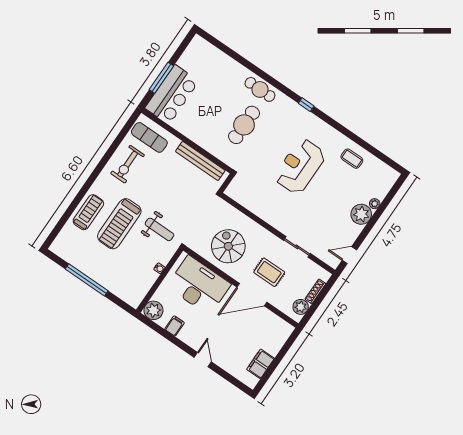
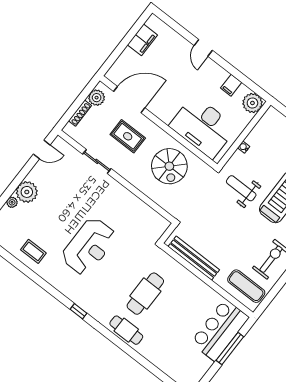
door: (252, 295) -> (129, 100), moved

